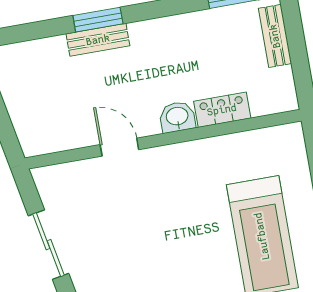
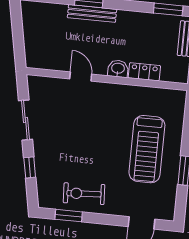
bench: (98, 40) -> (92, 13), width x1.36

